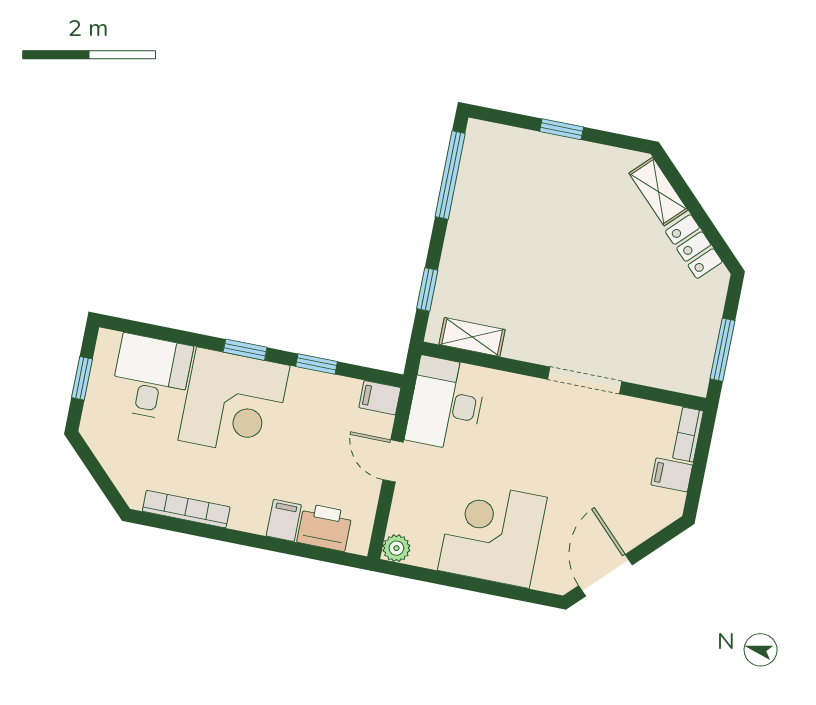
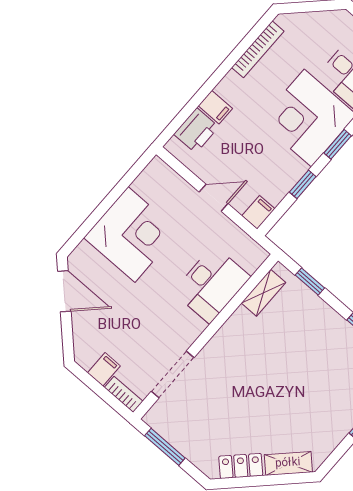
doorway: (585, 380) -> (173, 374), moved
desk: (446, 404) -> (212, 284), moved, turned 90
plant: (396, 548) -> (157, 168), removed

